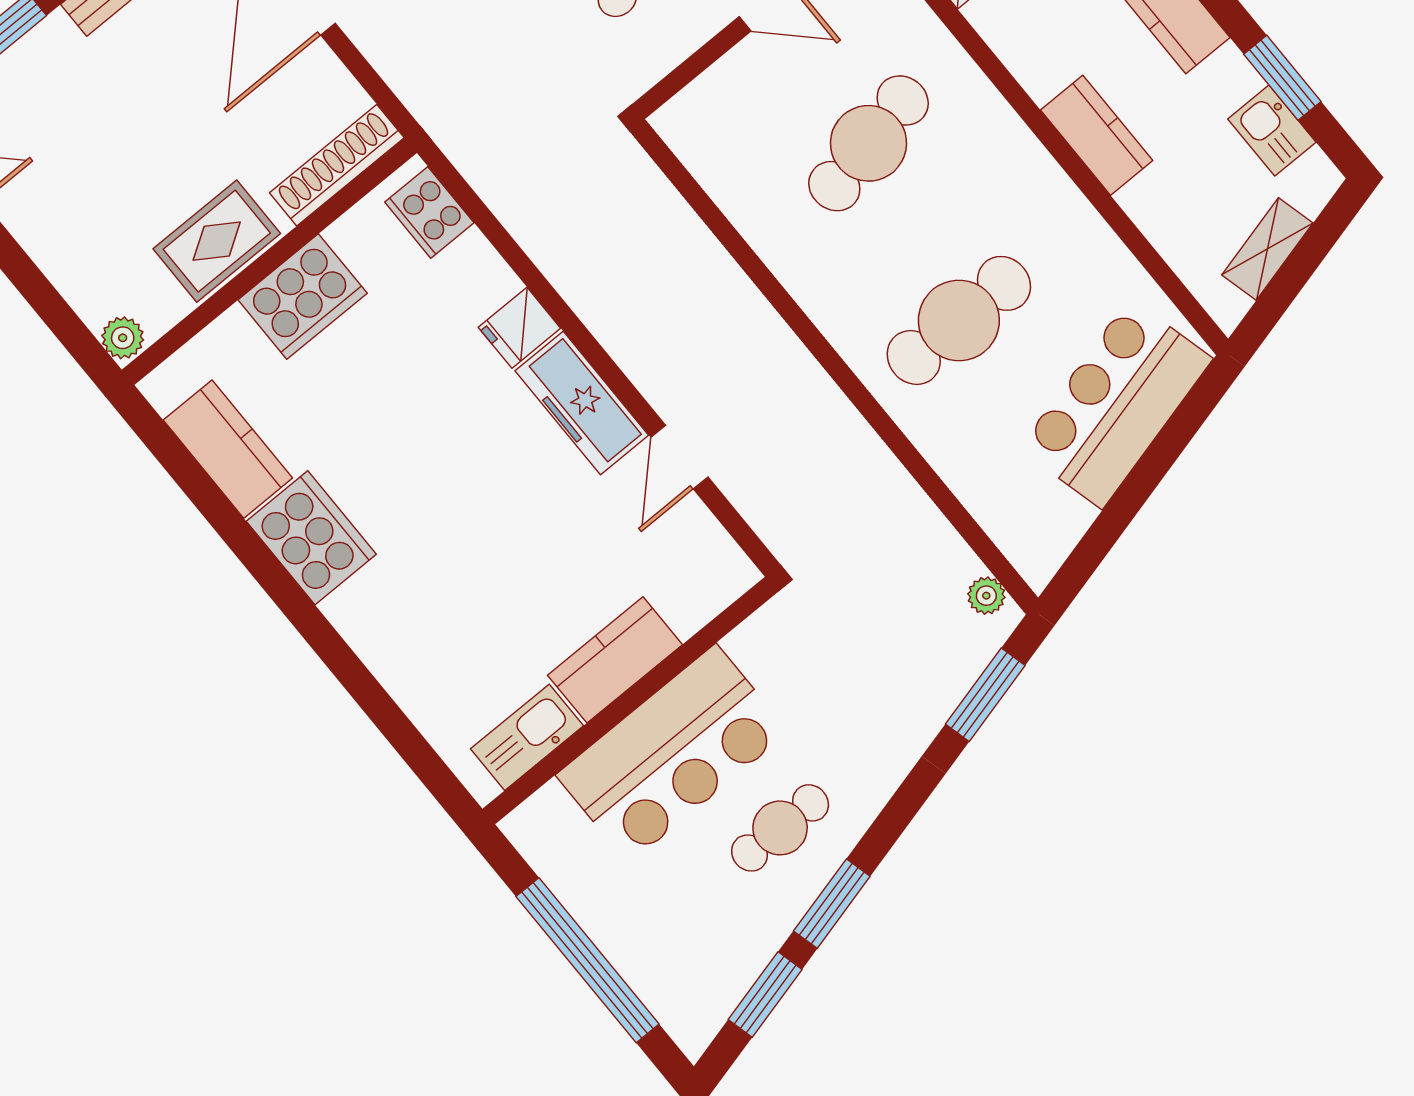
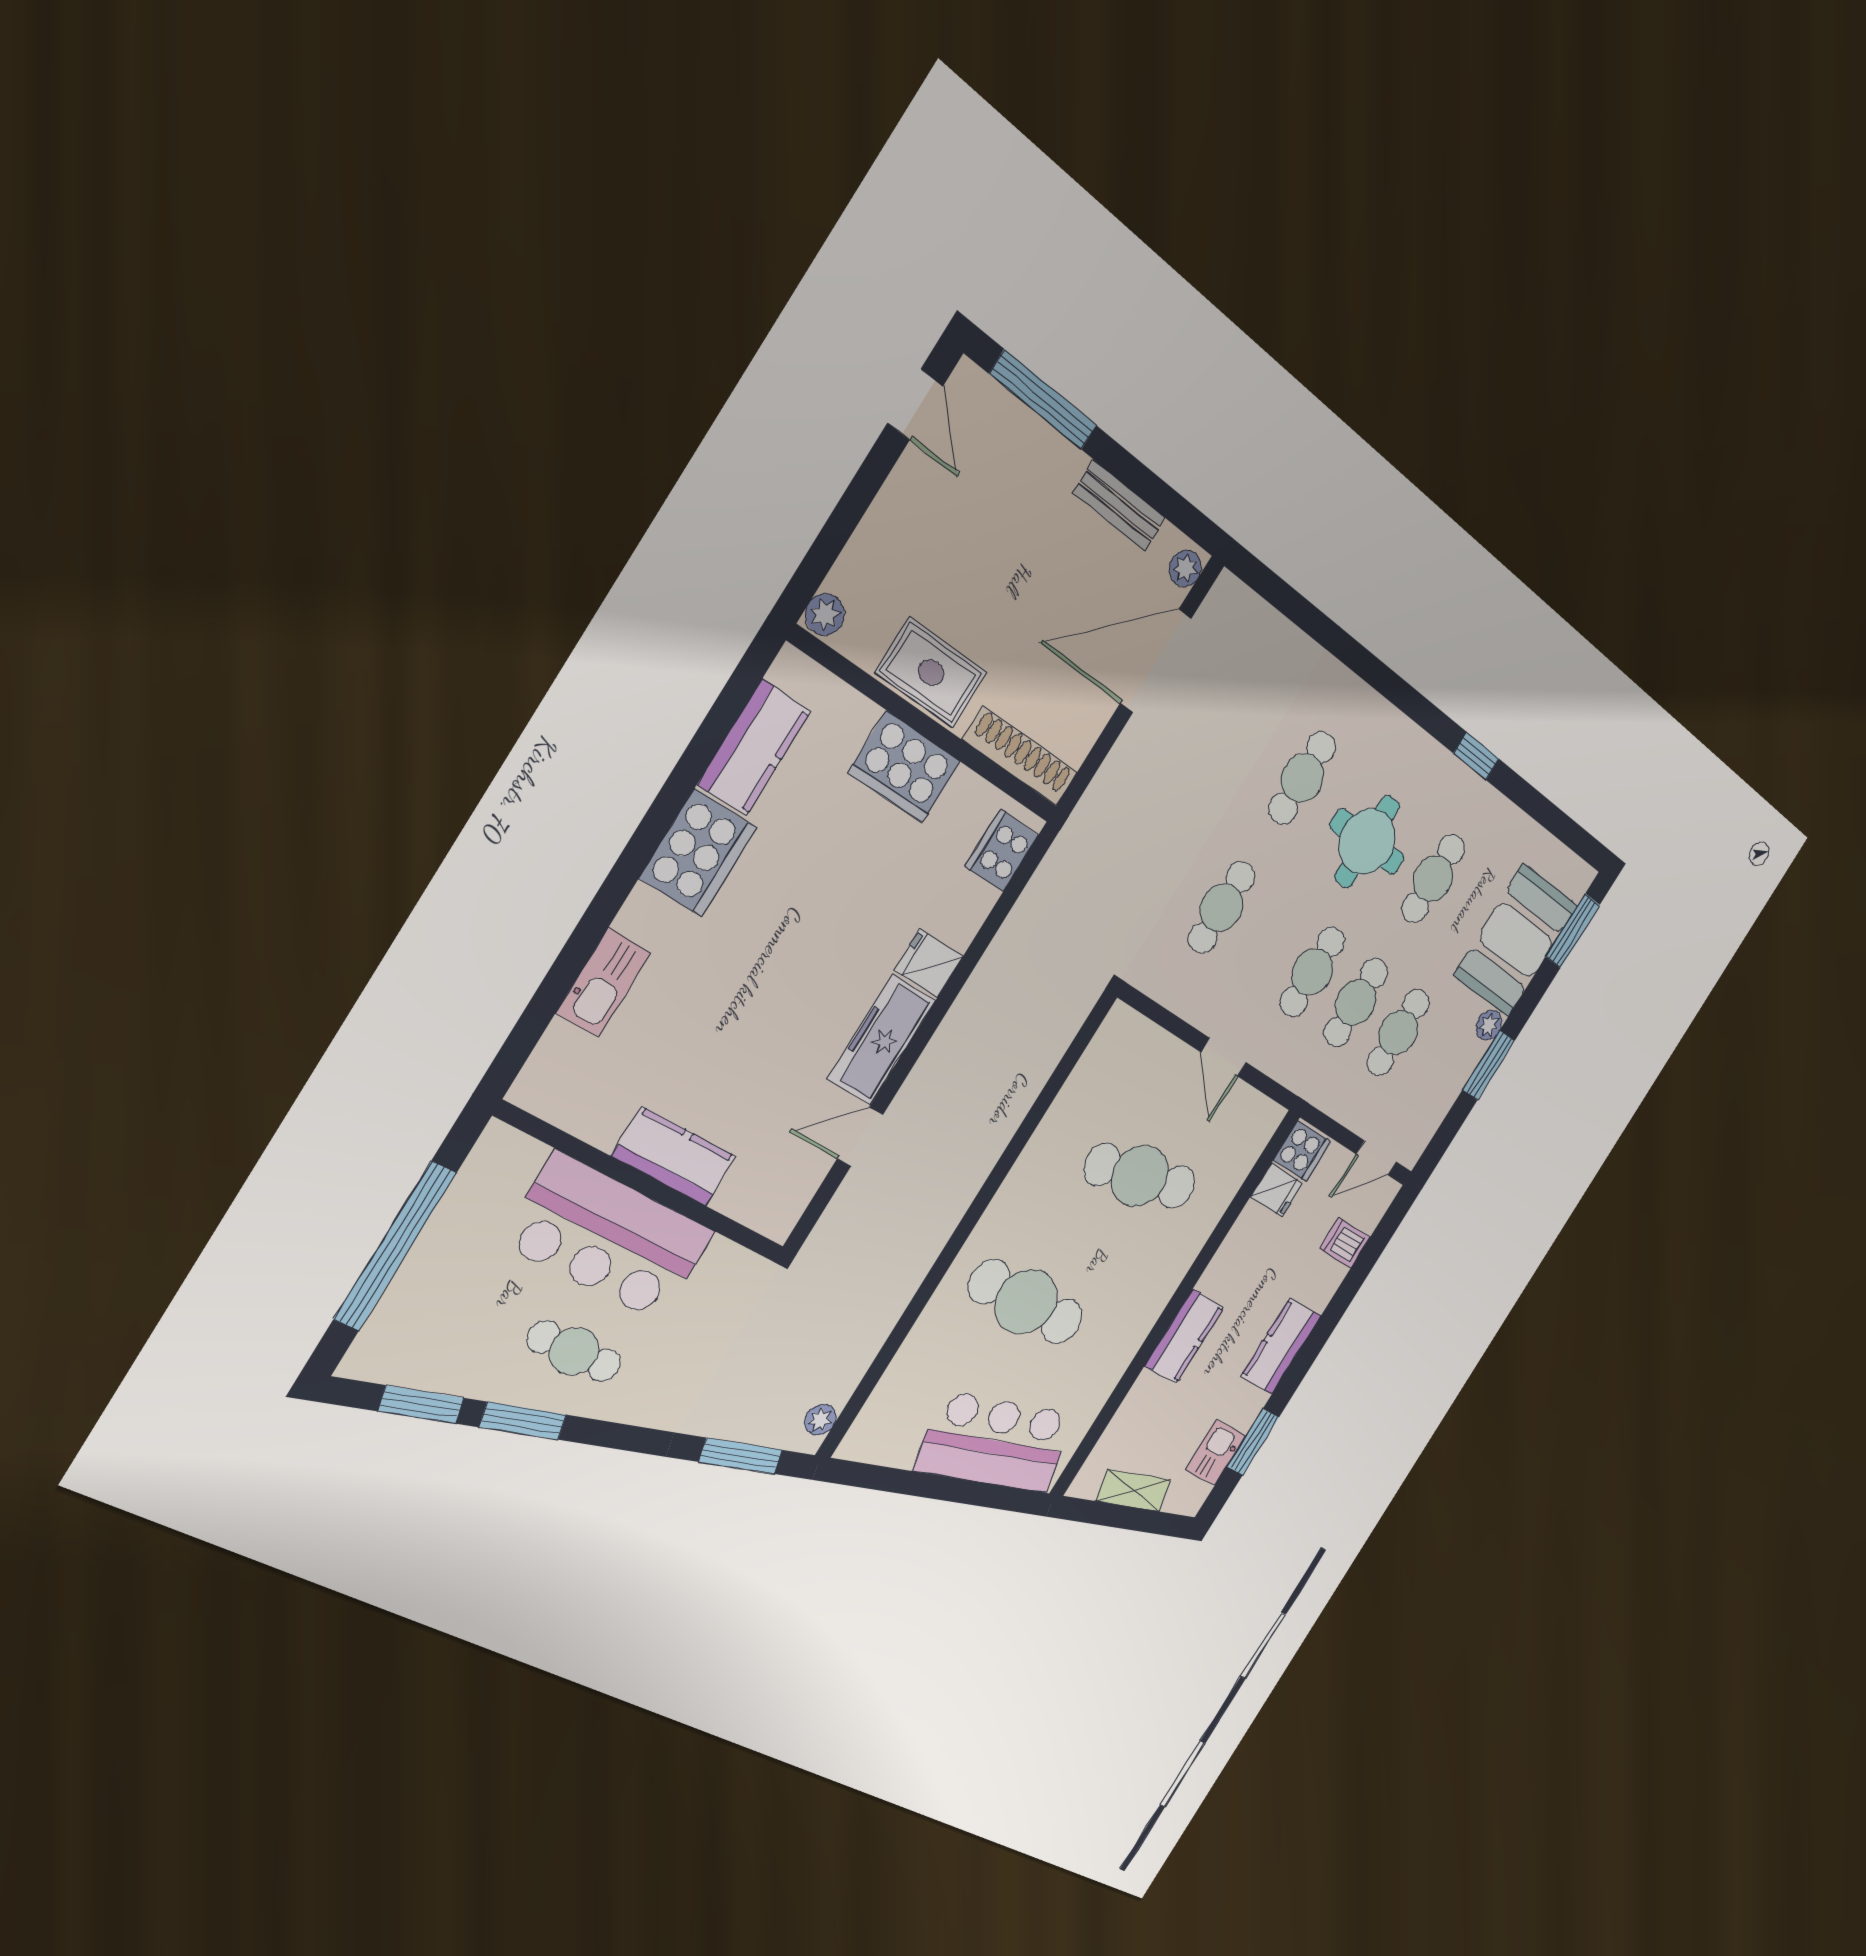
kitchen sink: (527, 737) -> (604, 983), moved, turned 90

